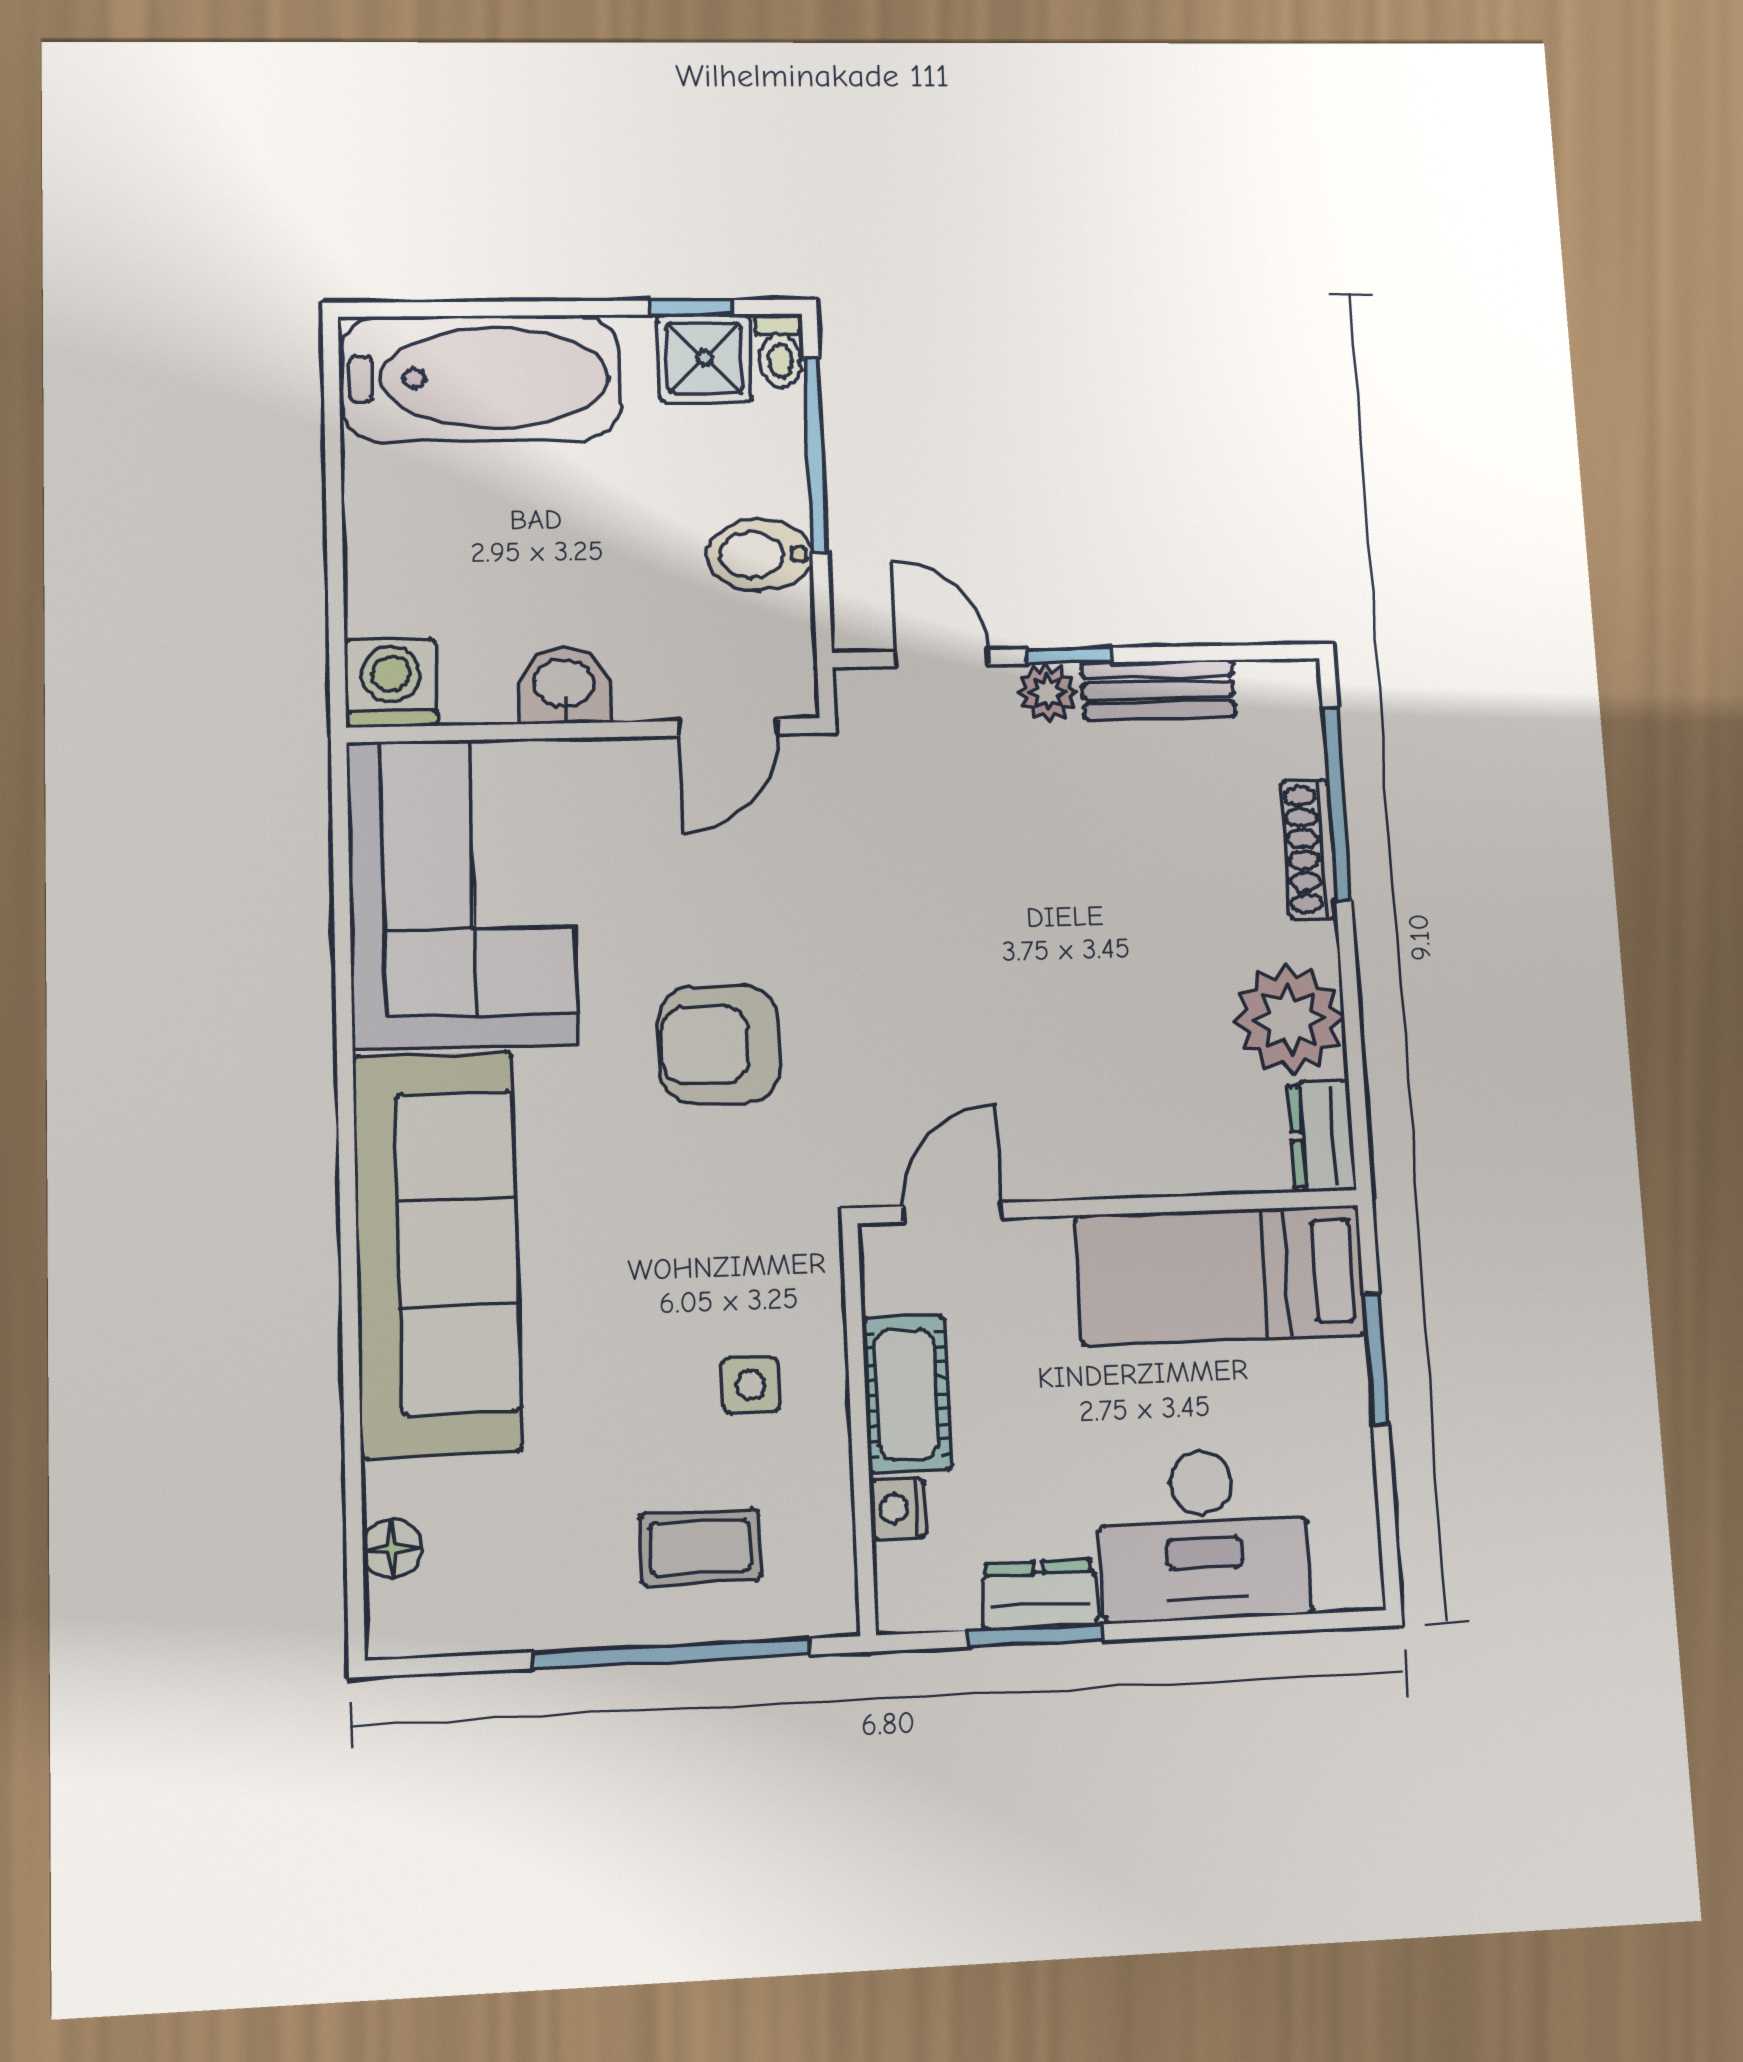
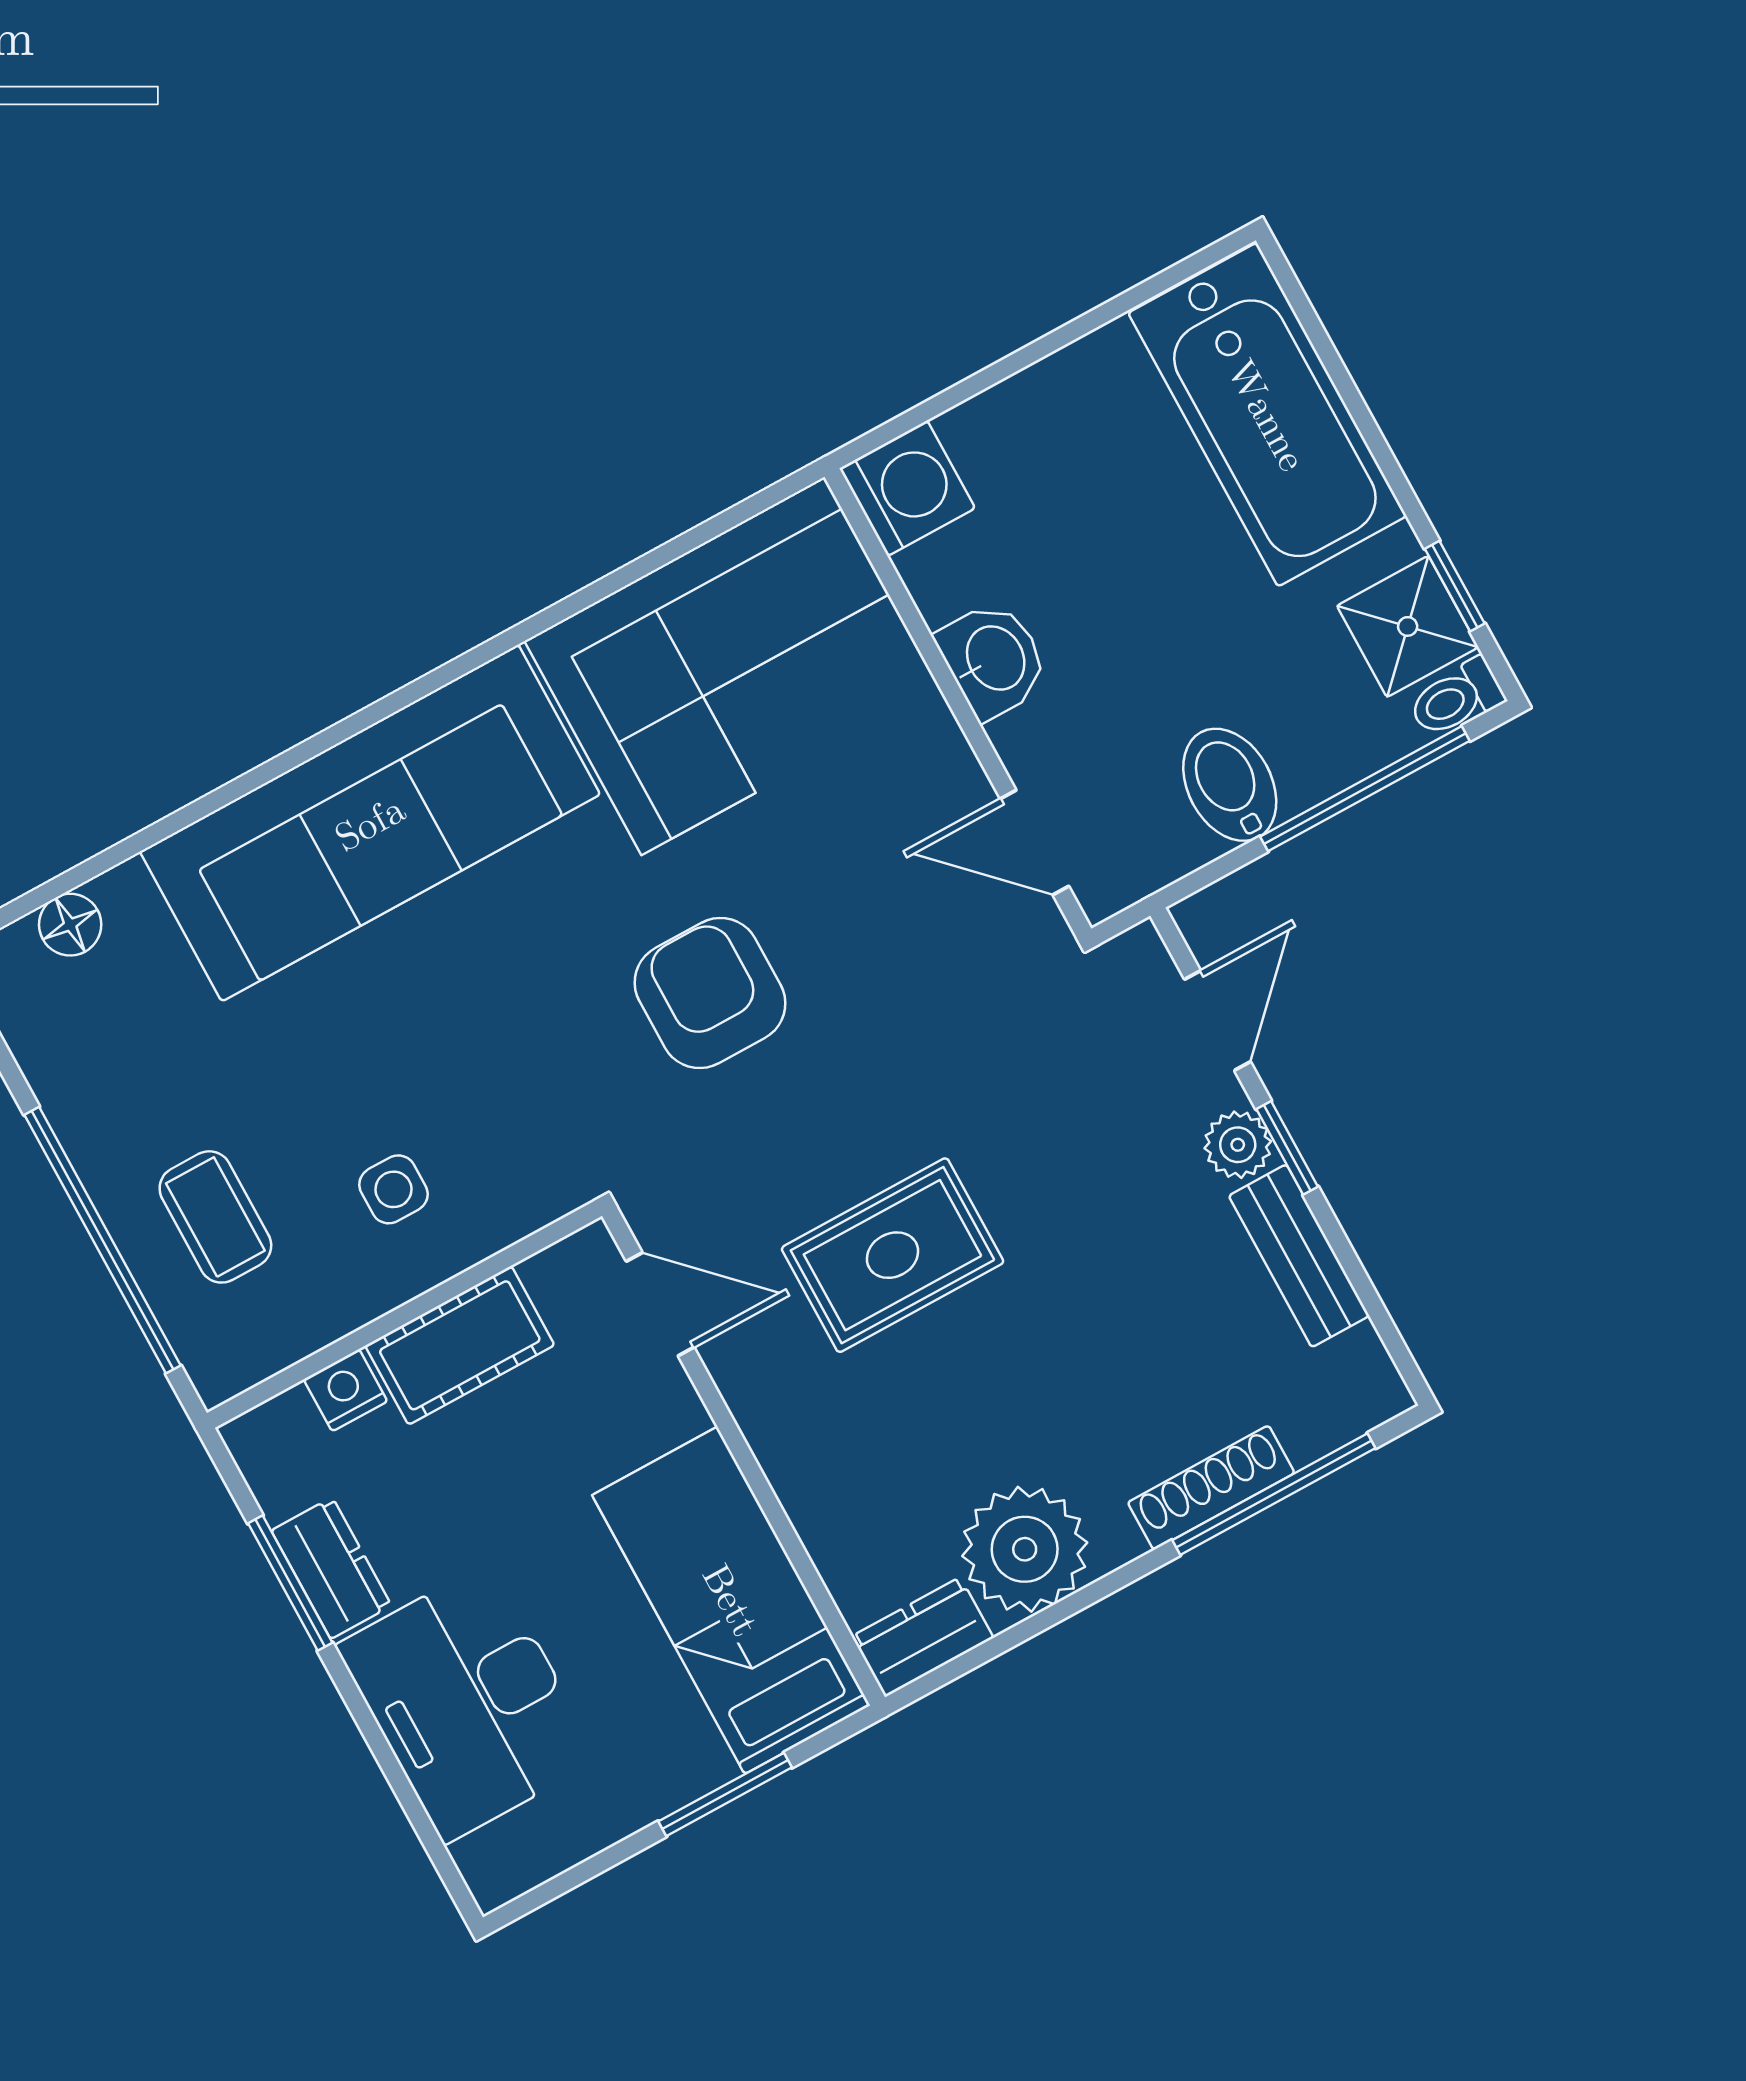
rug: (1004, 1005) -> (893, 1255), added

